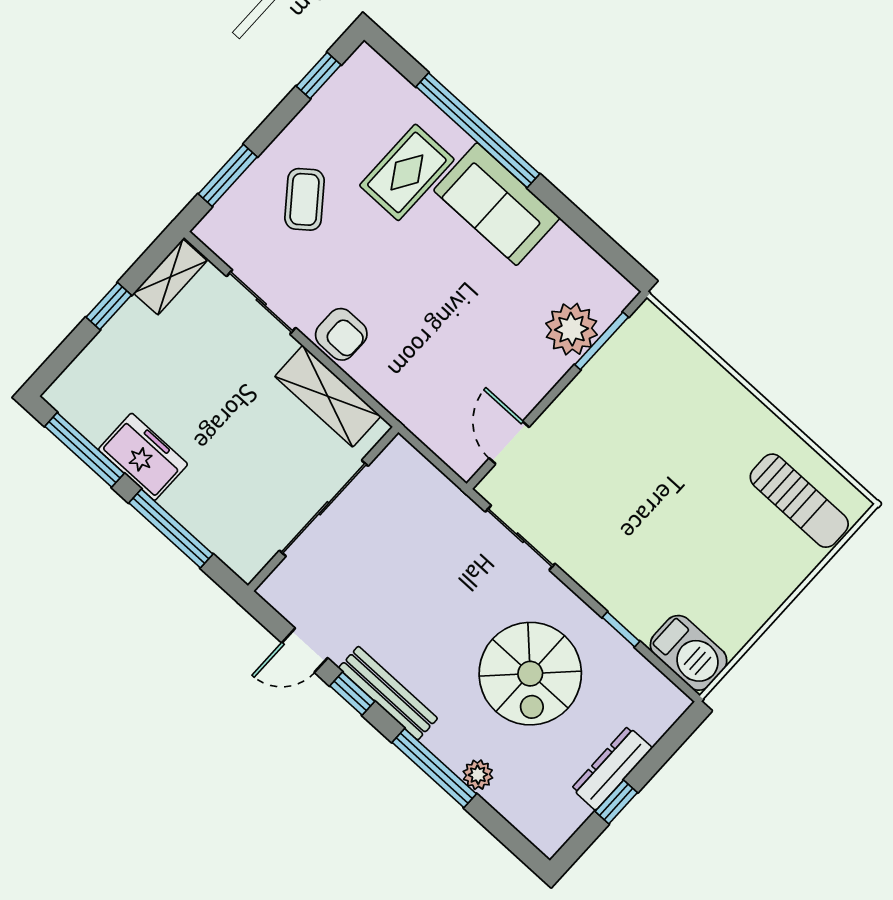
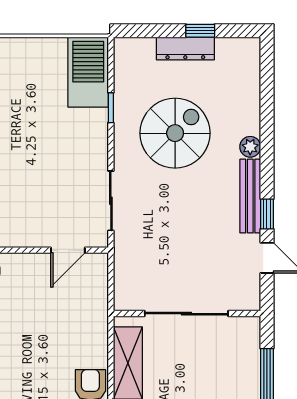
barbecue: (689, 653) -> (88, 72), width x1.37, depth x1.21
window: (434, 768) -> (267, 138), removed
plant: (478, 775) -> (250, 147), moved

